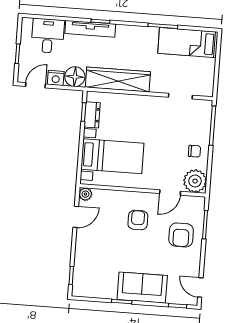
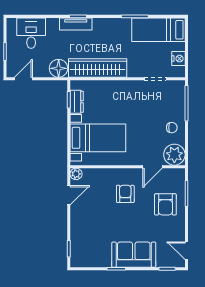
tv unit: (90, 29) -> (76, 24), width x0.71
nightstand: (56, 78) -> (178, 59), moved, turned -90

